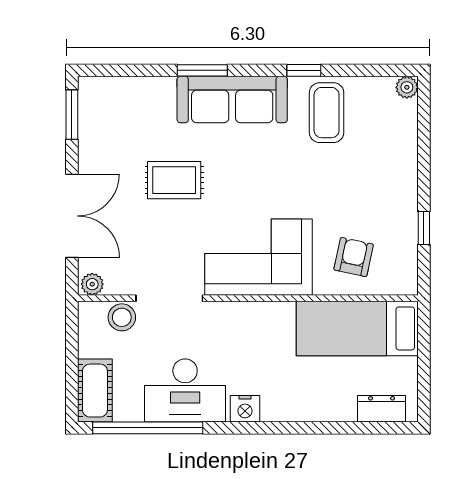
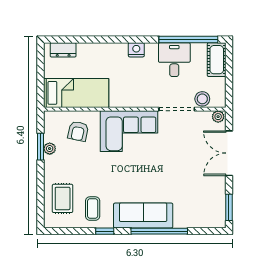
window: (202, 70) -> (159, 231), width x2.11
plant: (407, 87) -> (50, 149), moved
coffee table: (327, 113) -> (93, 209), width x0.73, depth x0.77
rug: (174, 180) -> (63, 198), moved, turned 90
window: (424, 228) -> (41, 147), width x1.50
desk: (185, 391) -> (174, 60), width x0.73

